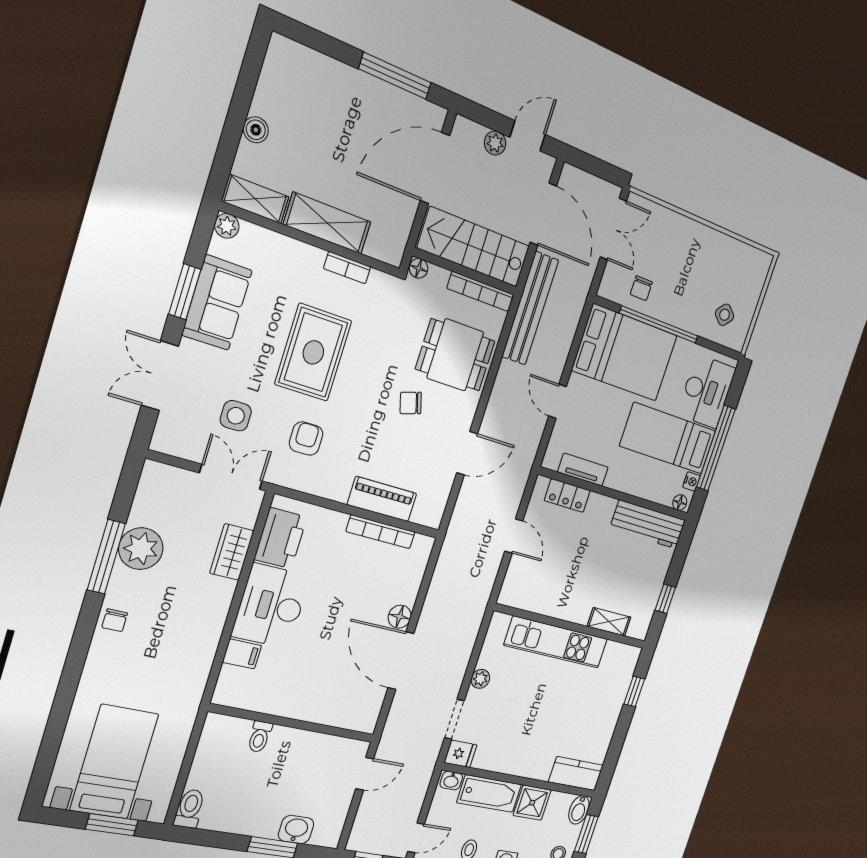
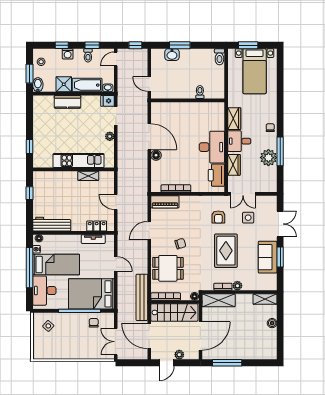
shelving: (327, 223) -> (219, 300), moved
plant: (227, 226) -> (237, 286), moved
piano: (382, 499) -> (165, 202), moved
desk: (202, 605) -> (239, 141), added
shelving: (609, 622) -> (88, 176), moved
filing cabinet: (242, 654) -> (218, 125), removed
wardrobe: (198, 661) -> (234, 119), added
door: (365, 774) -> (149, 84), hinge flipped
kitchen counter: (576, 774) -> (67, 102), moved

